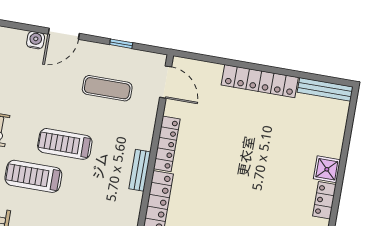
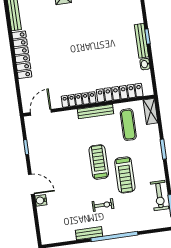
exercise mat: (107, 88) -> (128, 125), moved
treadmill: (65, 144) -> (99, 162), turned 180
bench: (140, 170) -> (95, 111), width x1.36

